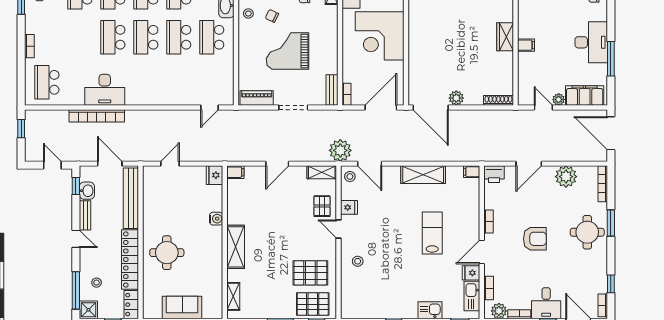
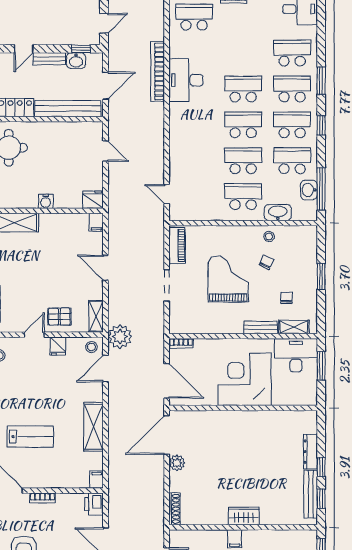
bench: (332, 90) -> (261, 327), moved

